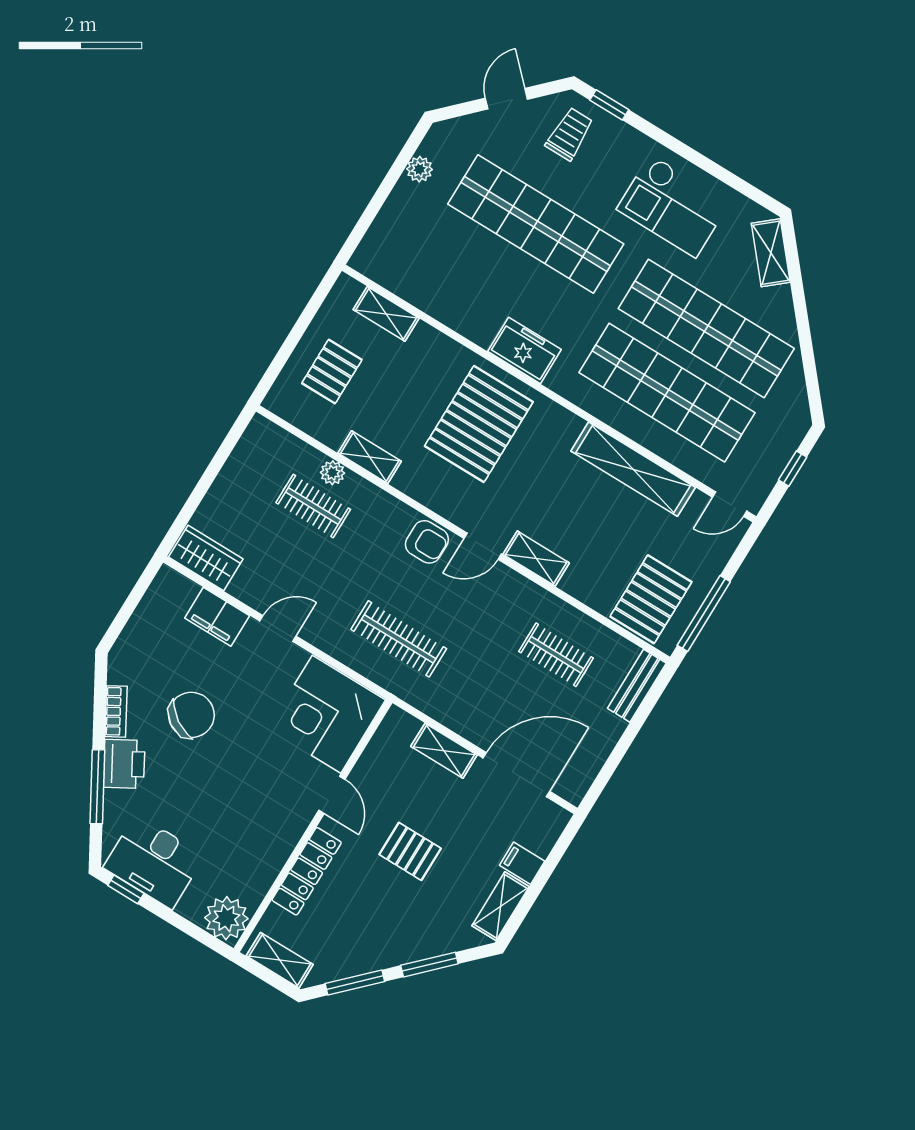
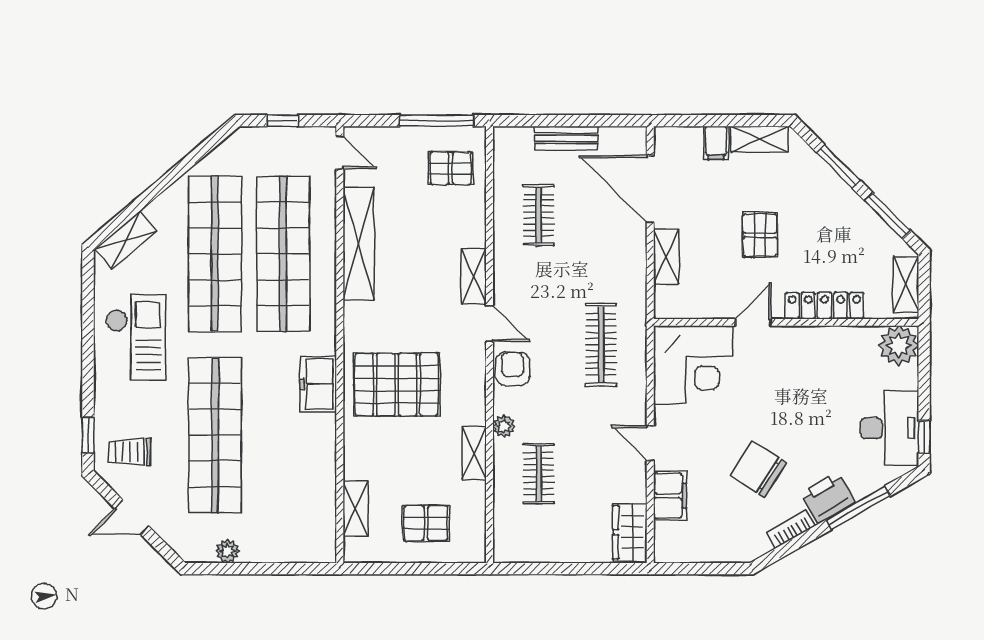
plant: (332, 473) -> (504, 426), moved
pallet: (651, 599) -> (451, 168), width x0.67, depth x0.71
bench: (637, 686) -> (566, 138), moved

